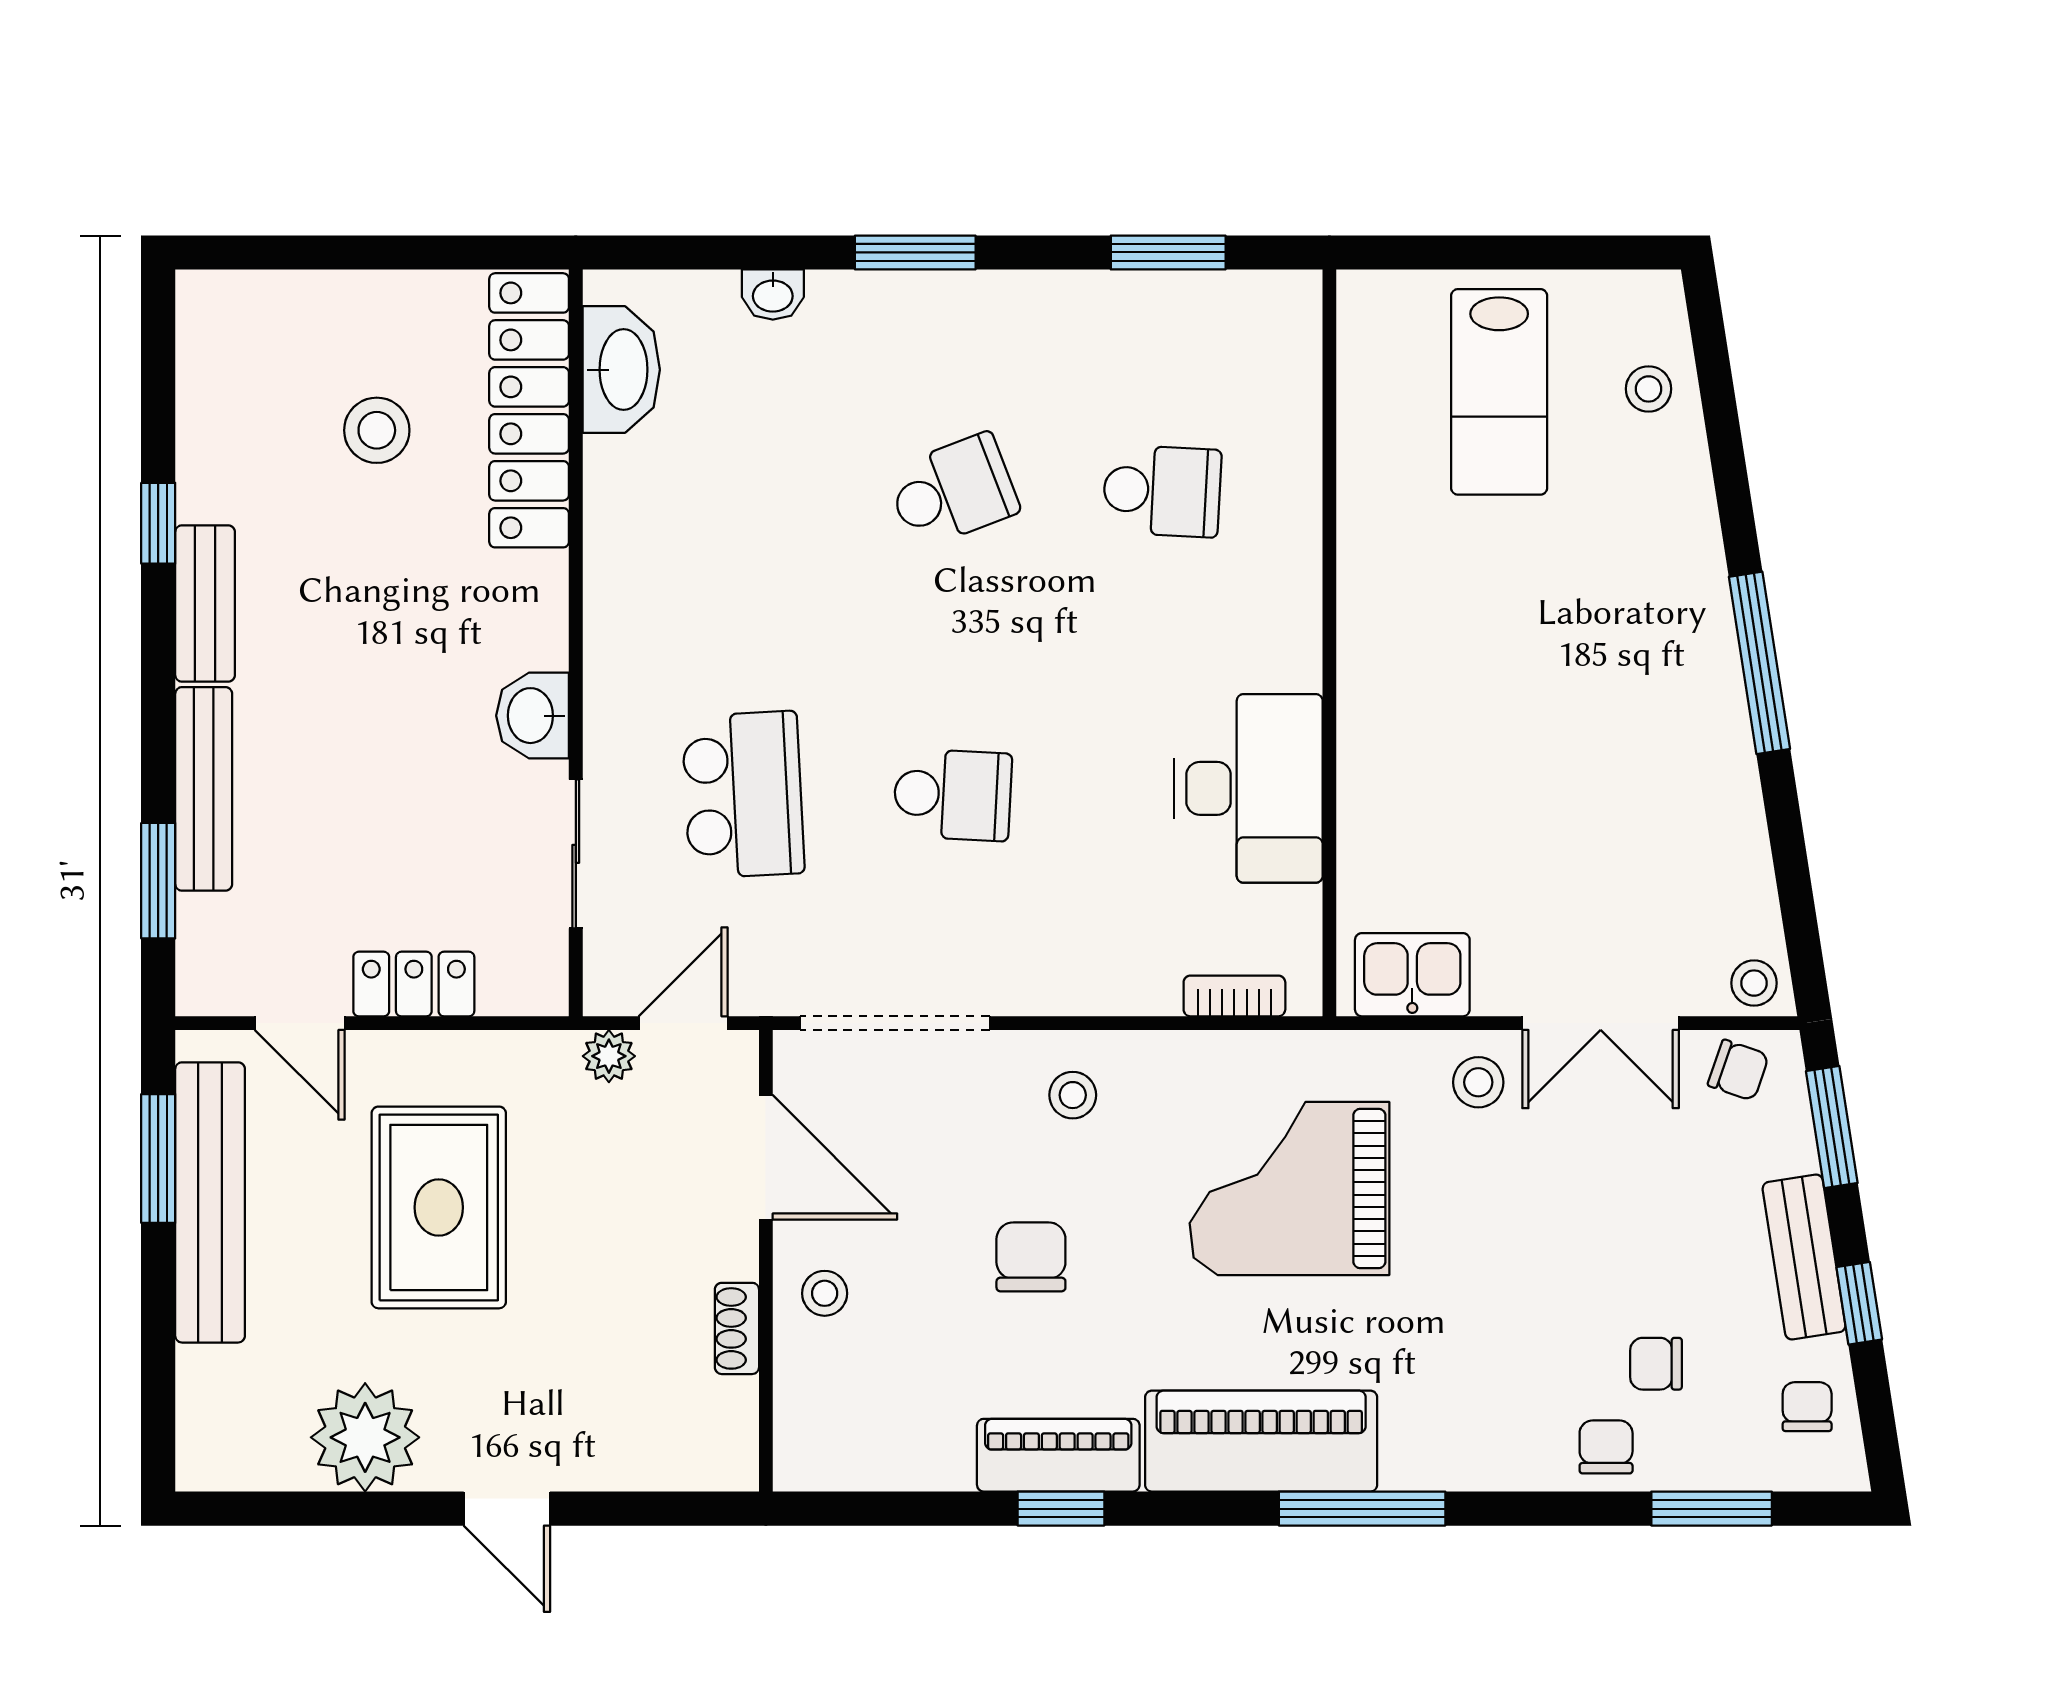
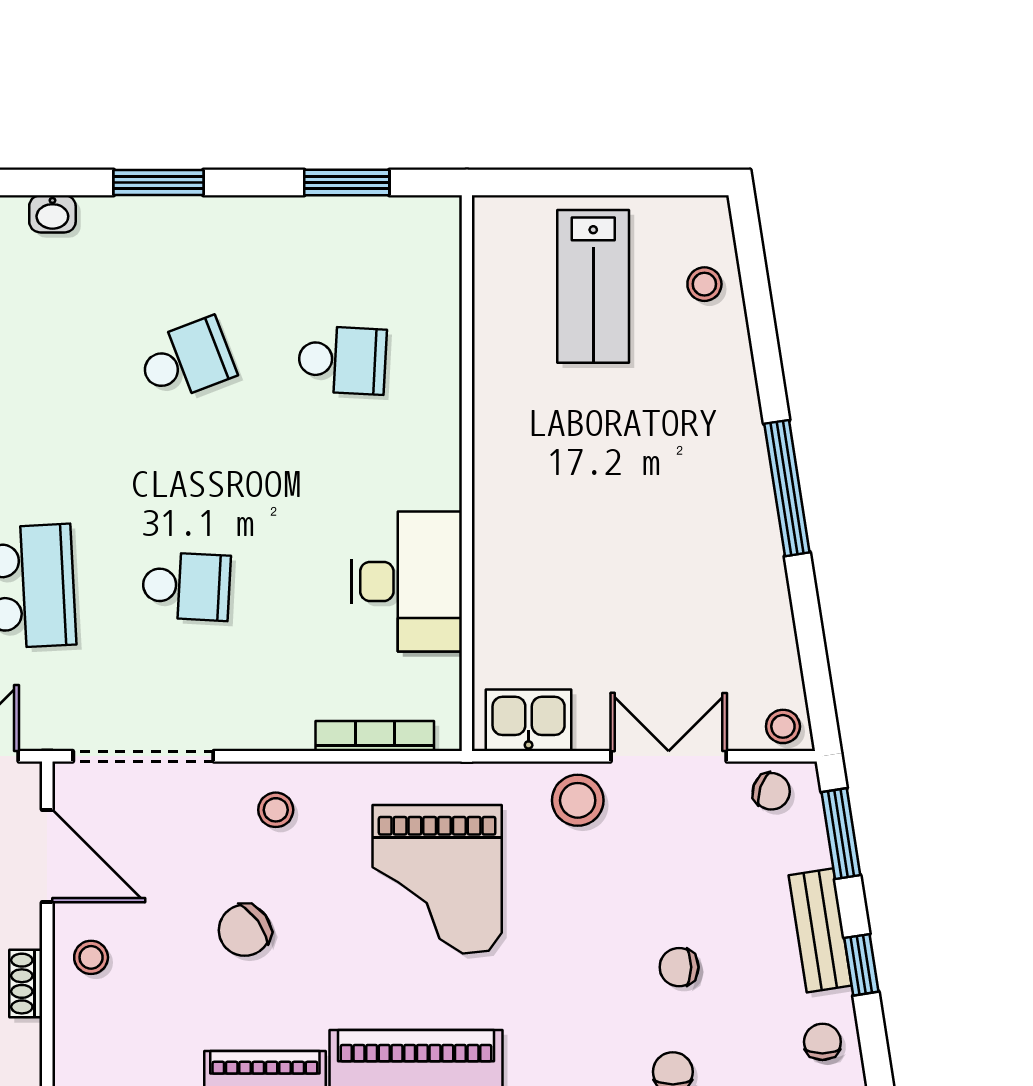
bookcase: (1234, 996) -> (375, 736), width x1.56
double door: (1601, 1023) -> (669, 756), swing flipped
stool: (1478, 1082) -> (578, 800), width x1.37, depth x1.37
grand piano: (1289, 1188) -> (437, 879), turned -90
chair: (1031, 1257) -> (245, 930), turned -126
chair: (1656, 1364) -> (679, 967), moved

